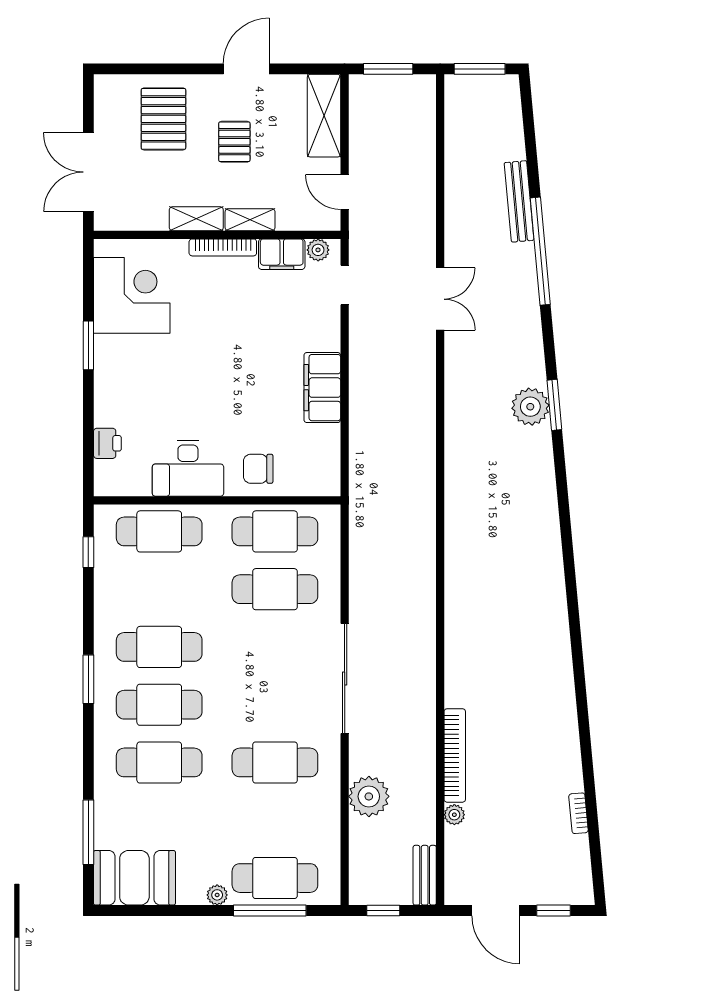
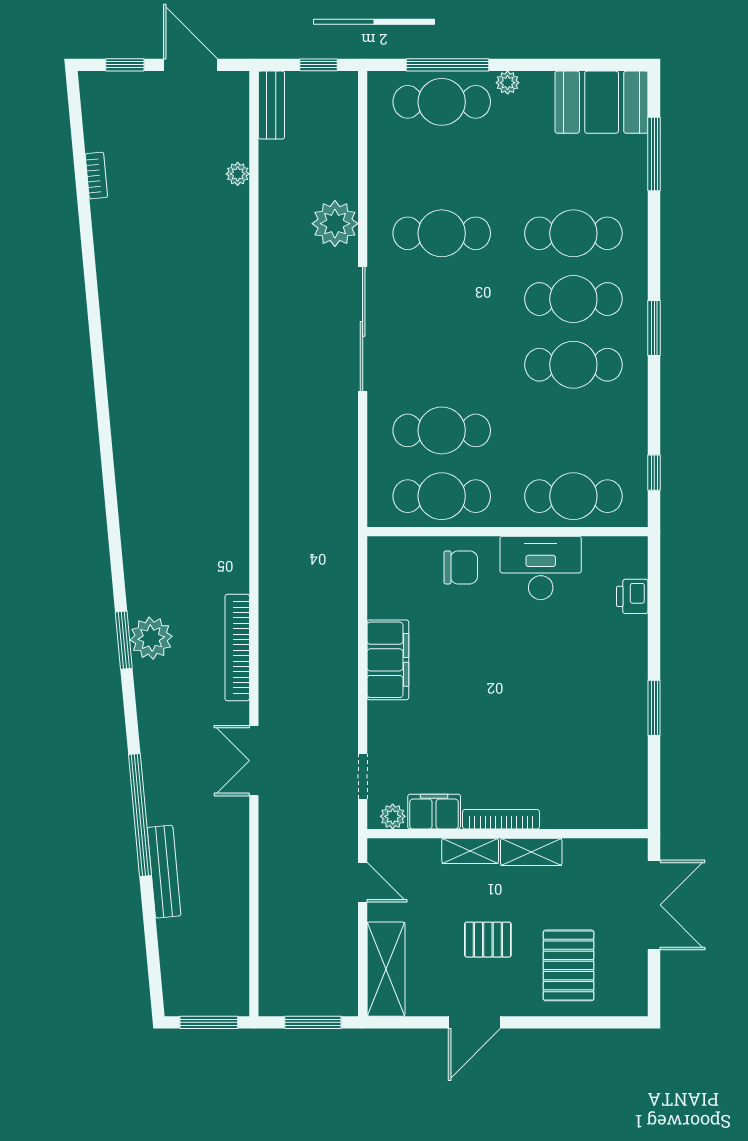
pallet: (234, 142) -> (488, 940), turned 90
corner desk: (132, 295) -> (605, 765), removed
bookcase: (455, 755) -> (237, 648), moved
plant: (369, 796) -> (335, 224), moved

